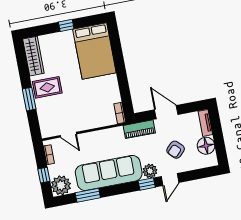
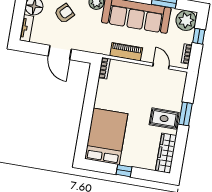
piano: (139, 129) -> (126, 52), moved

